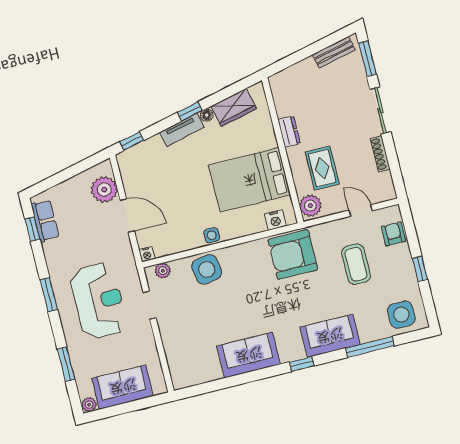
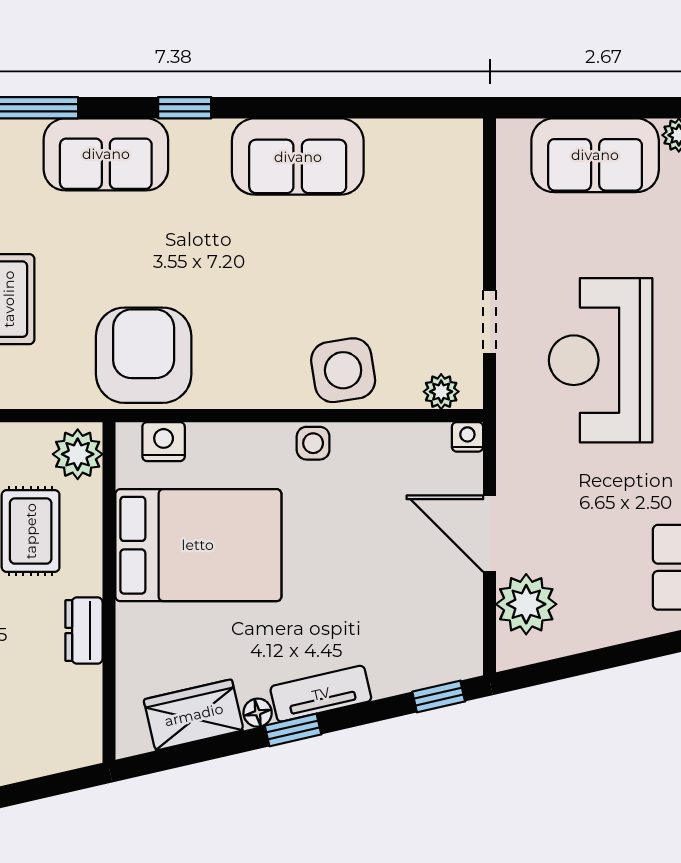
armchair: (293, 255) -> (144, 355), turned -90

